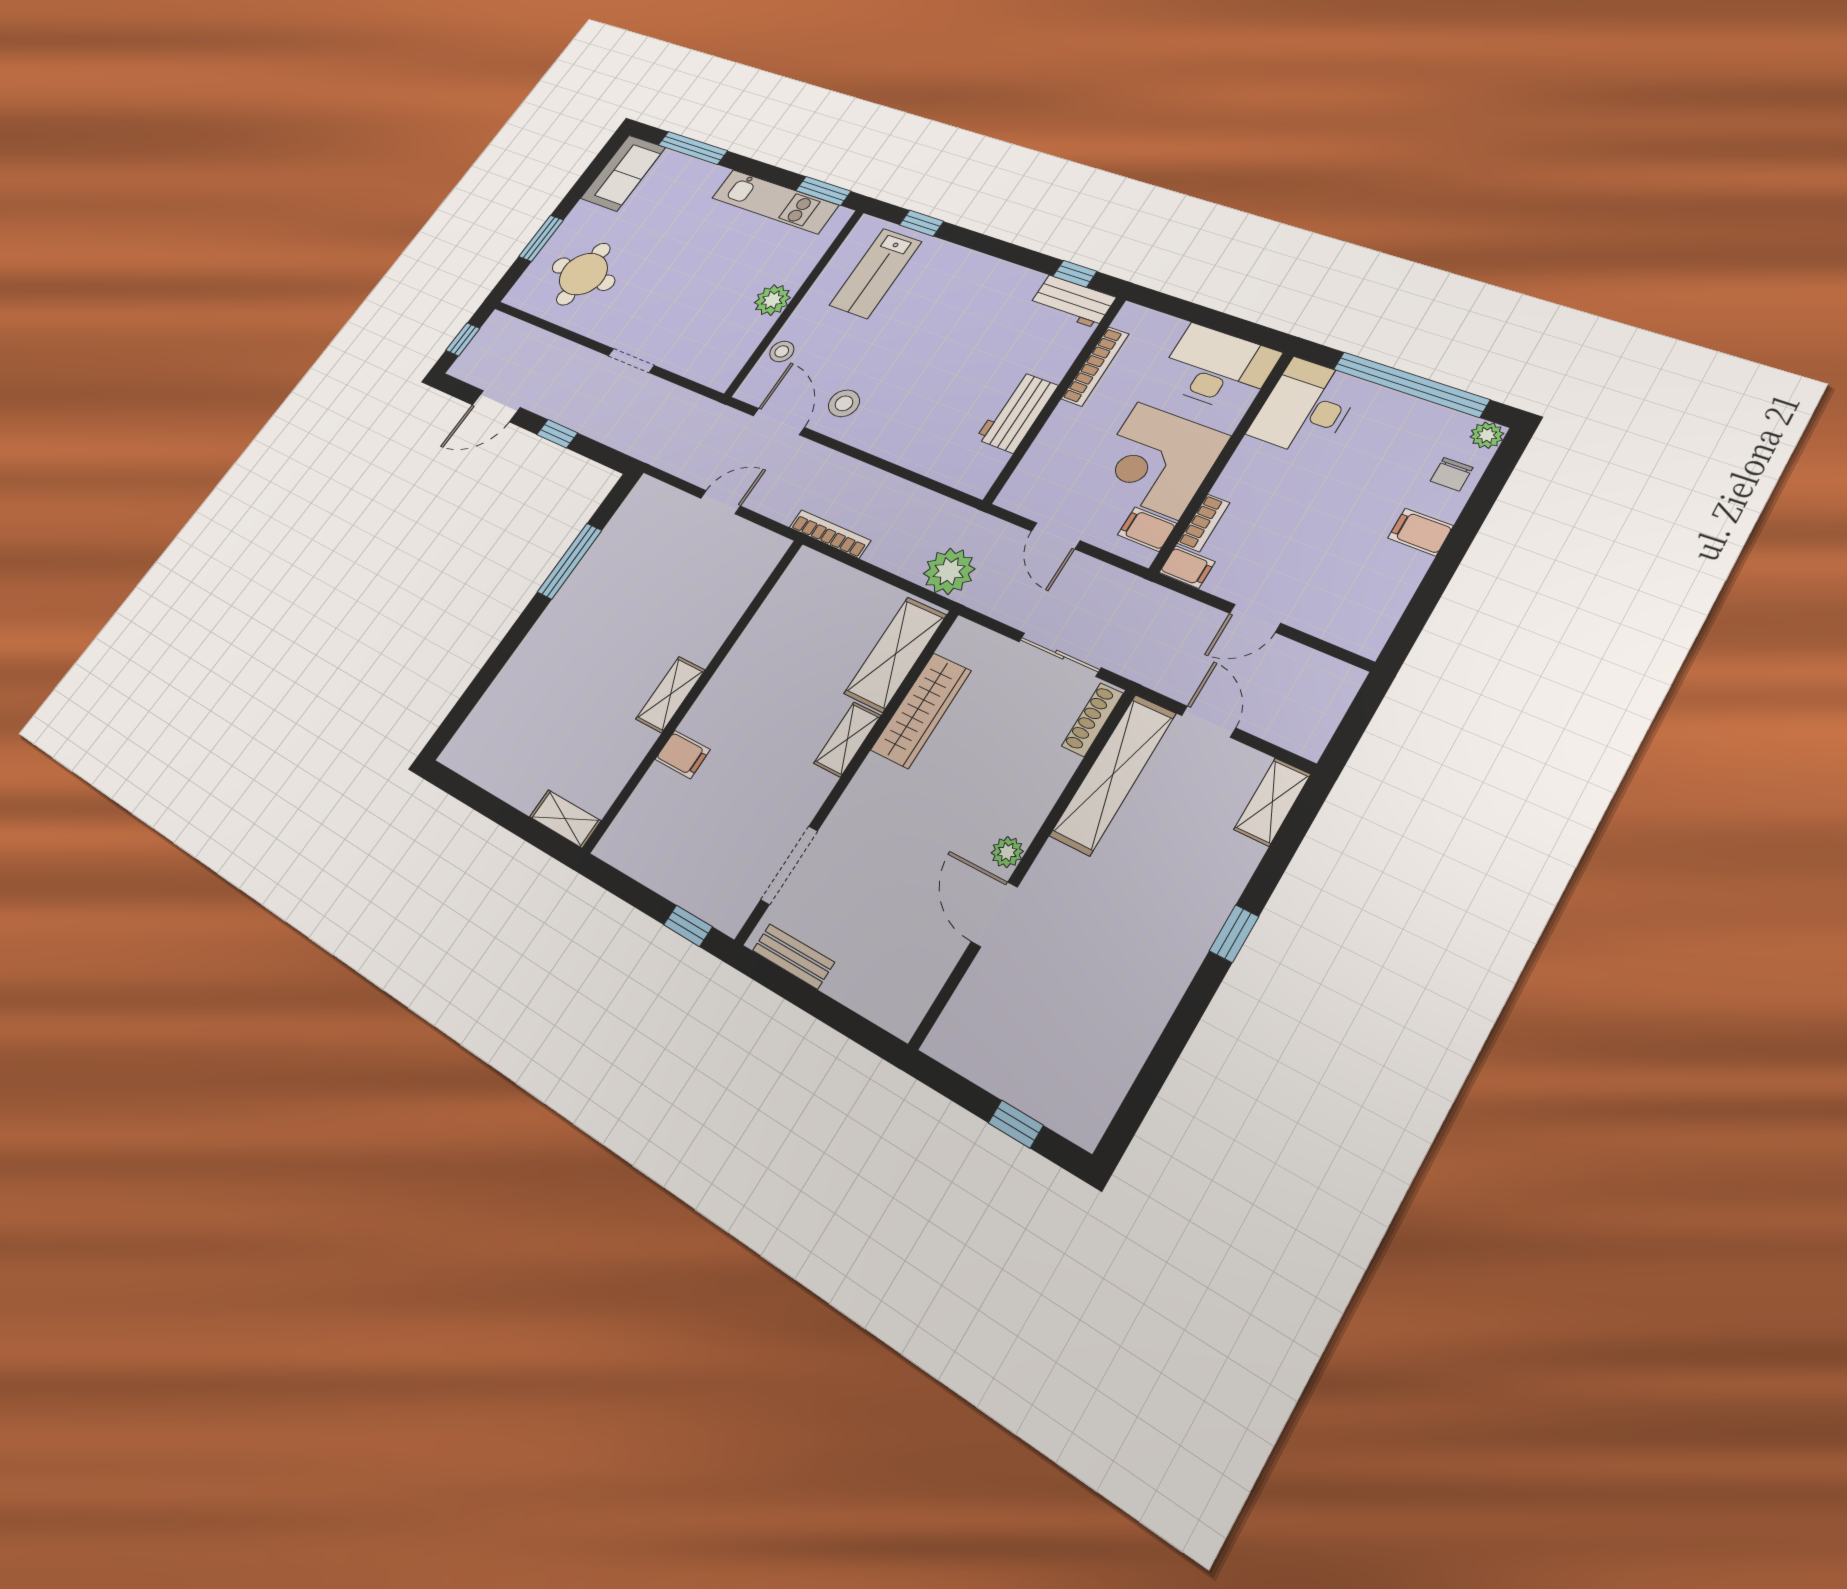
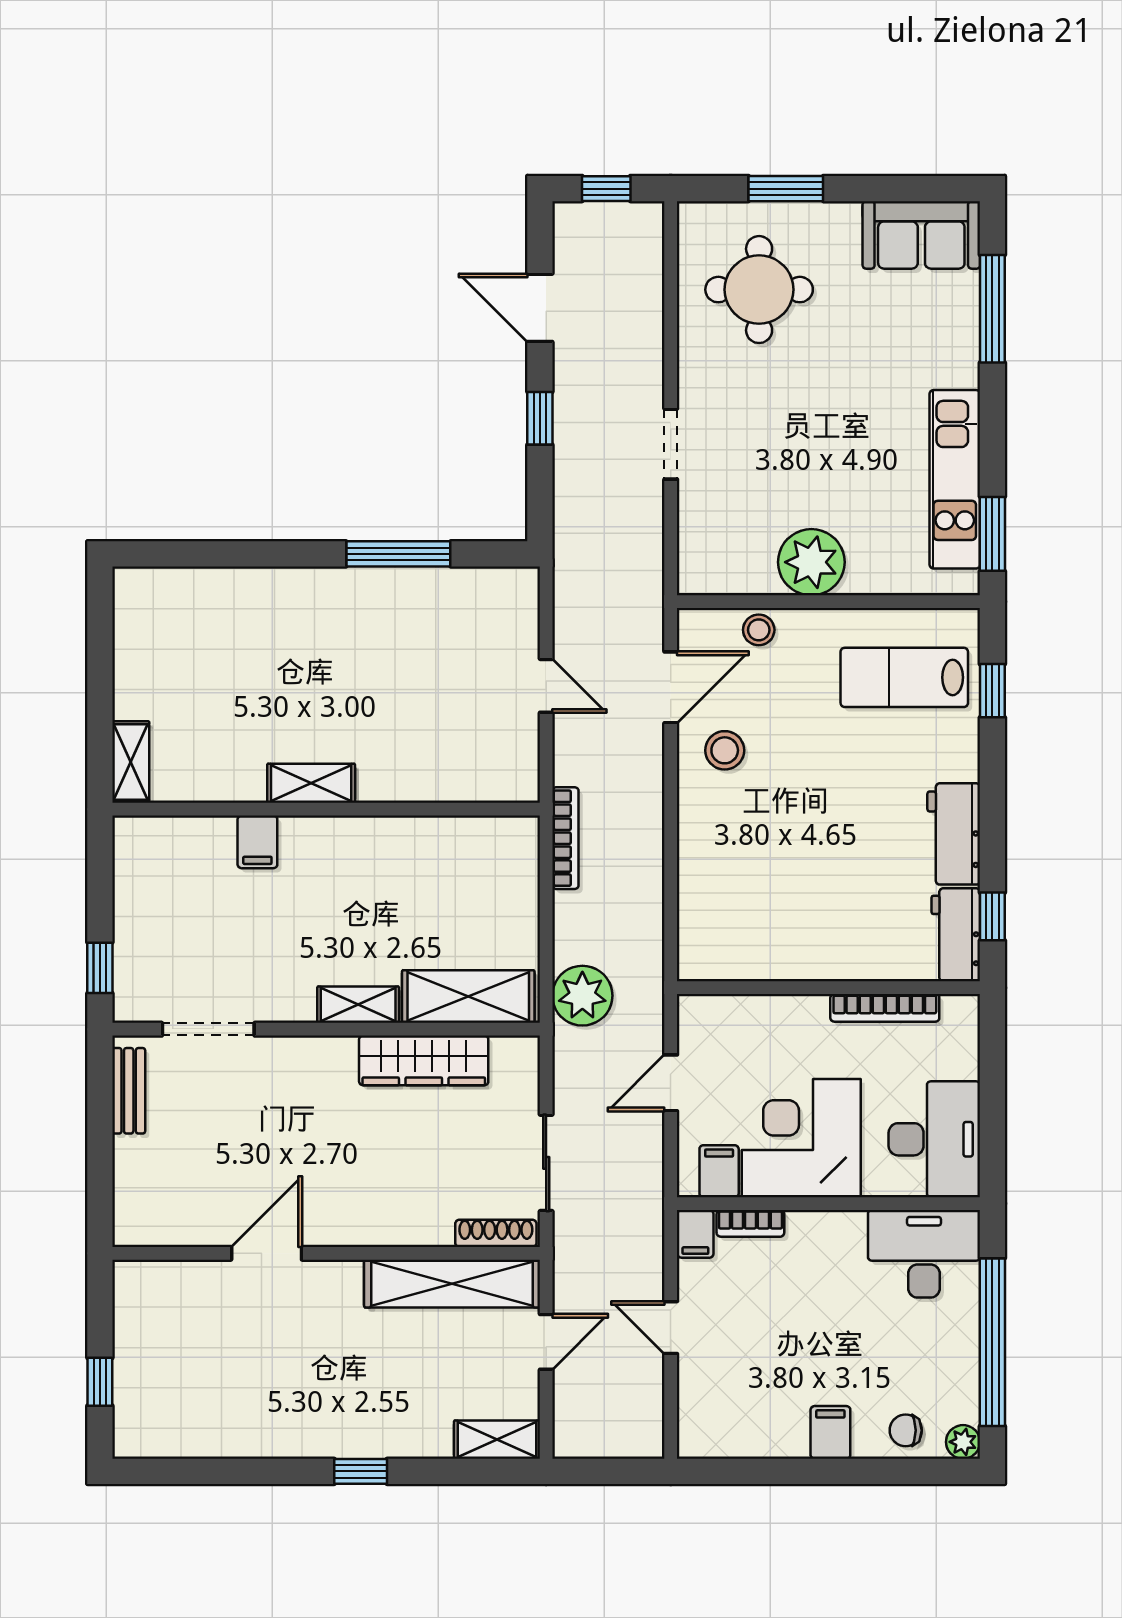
plant: (772, 300) -> (811, 562), width x1.36, depth x1.36
workbench: (1017, 412) -> (954, 834), moved, turned -90
plant: (1007, 852) -> (329, 1230), removed

